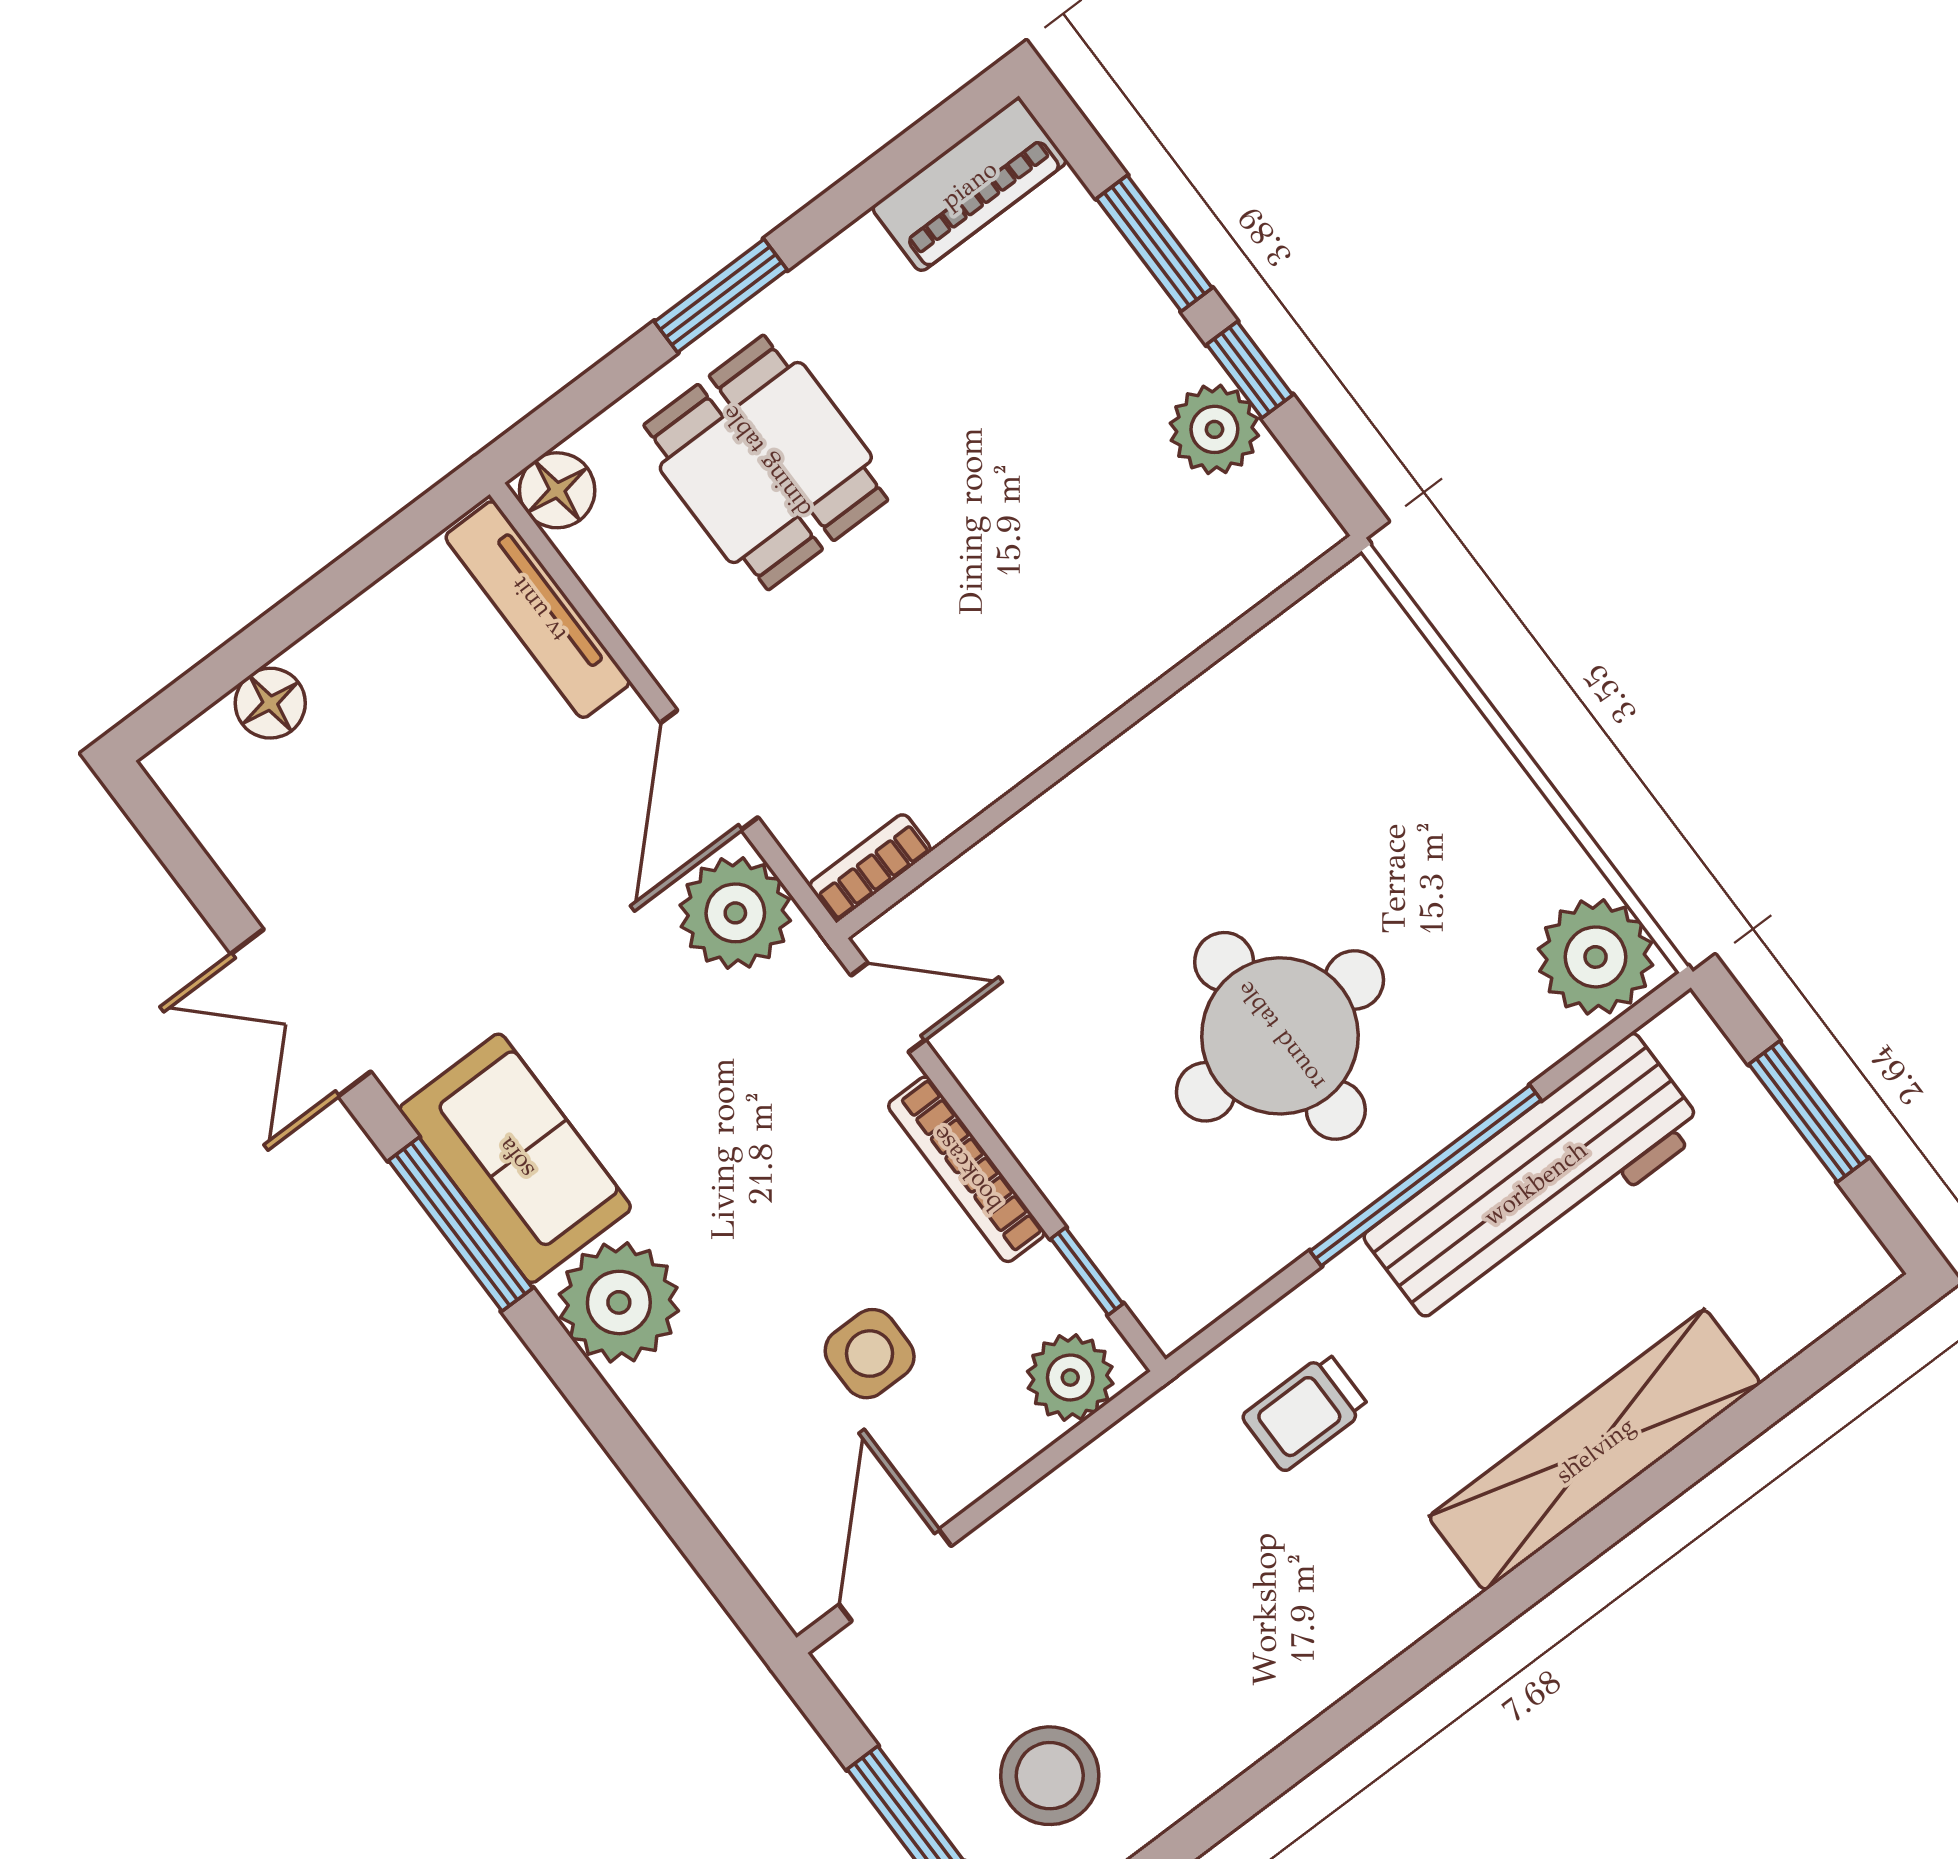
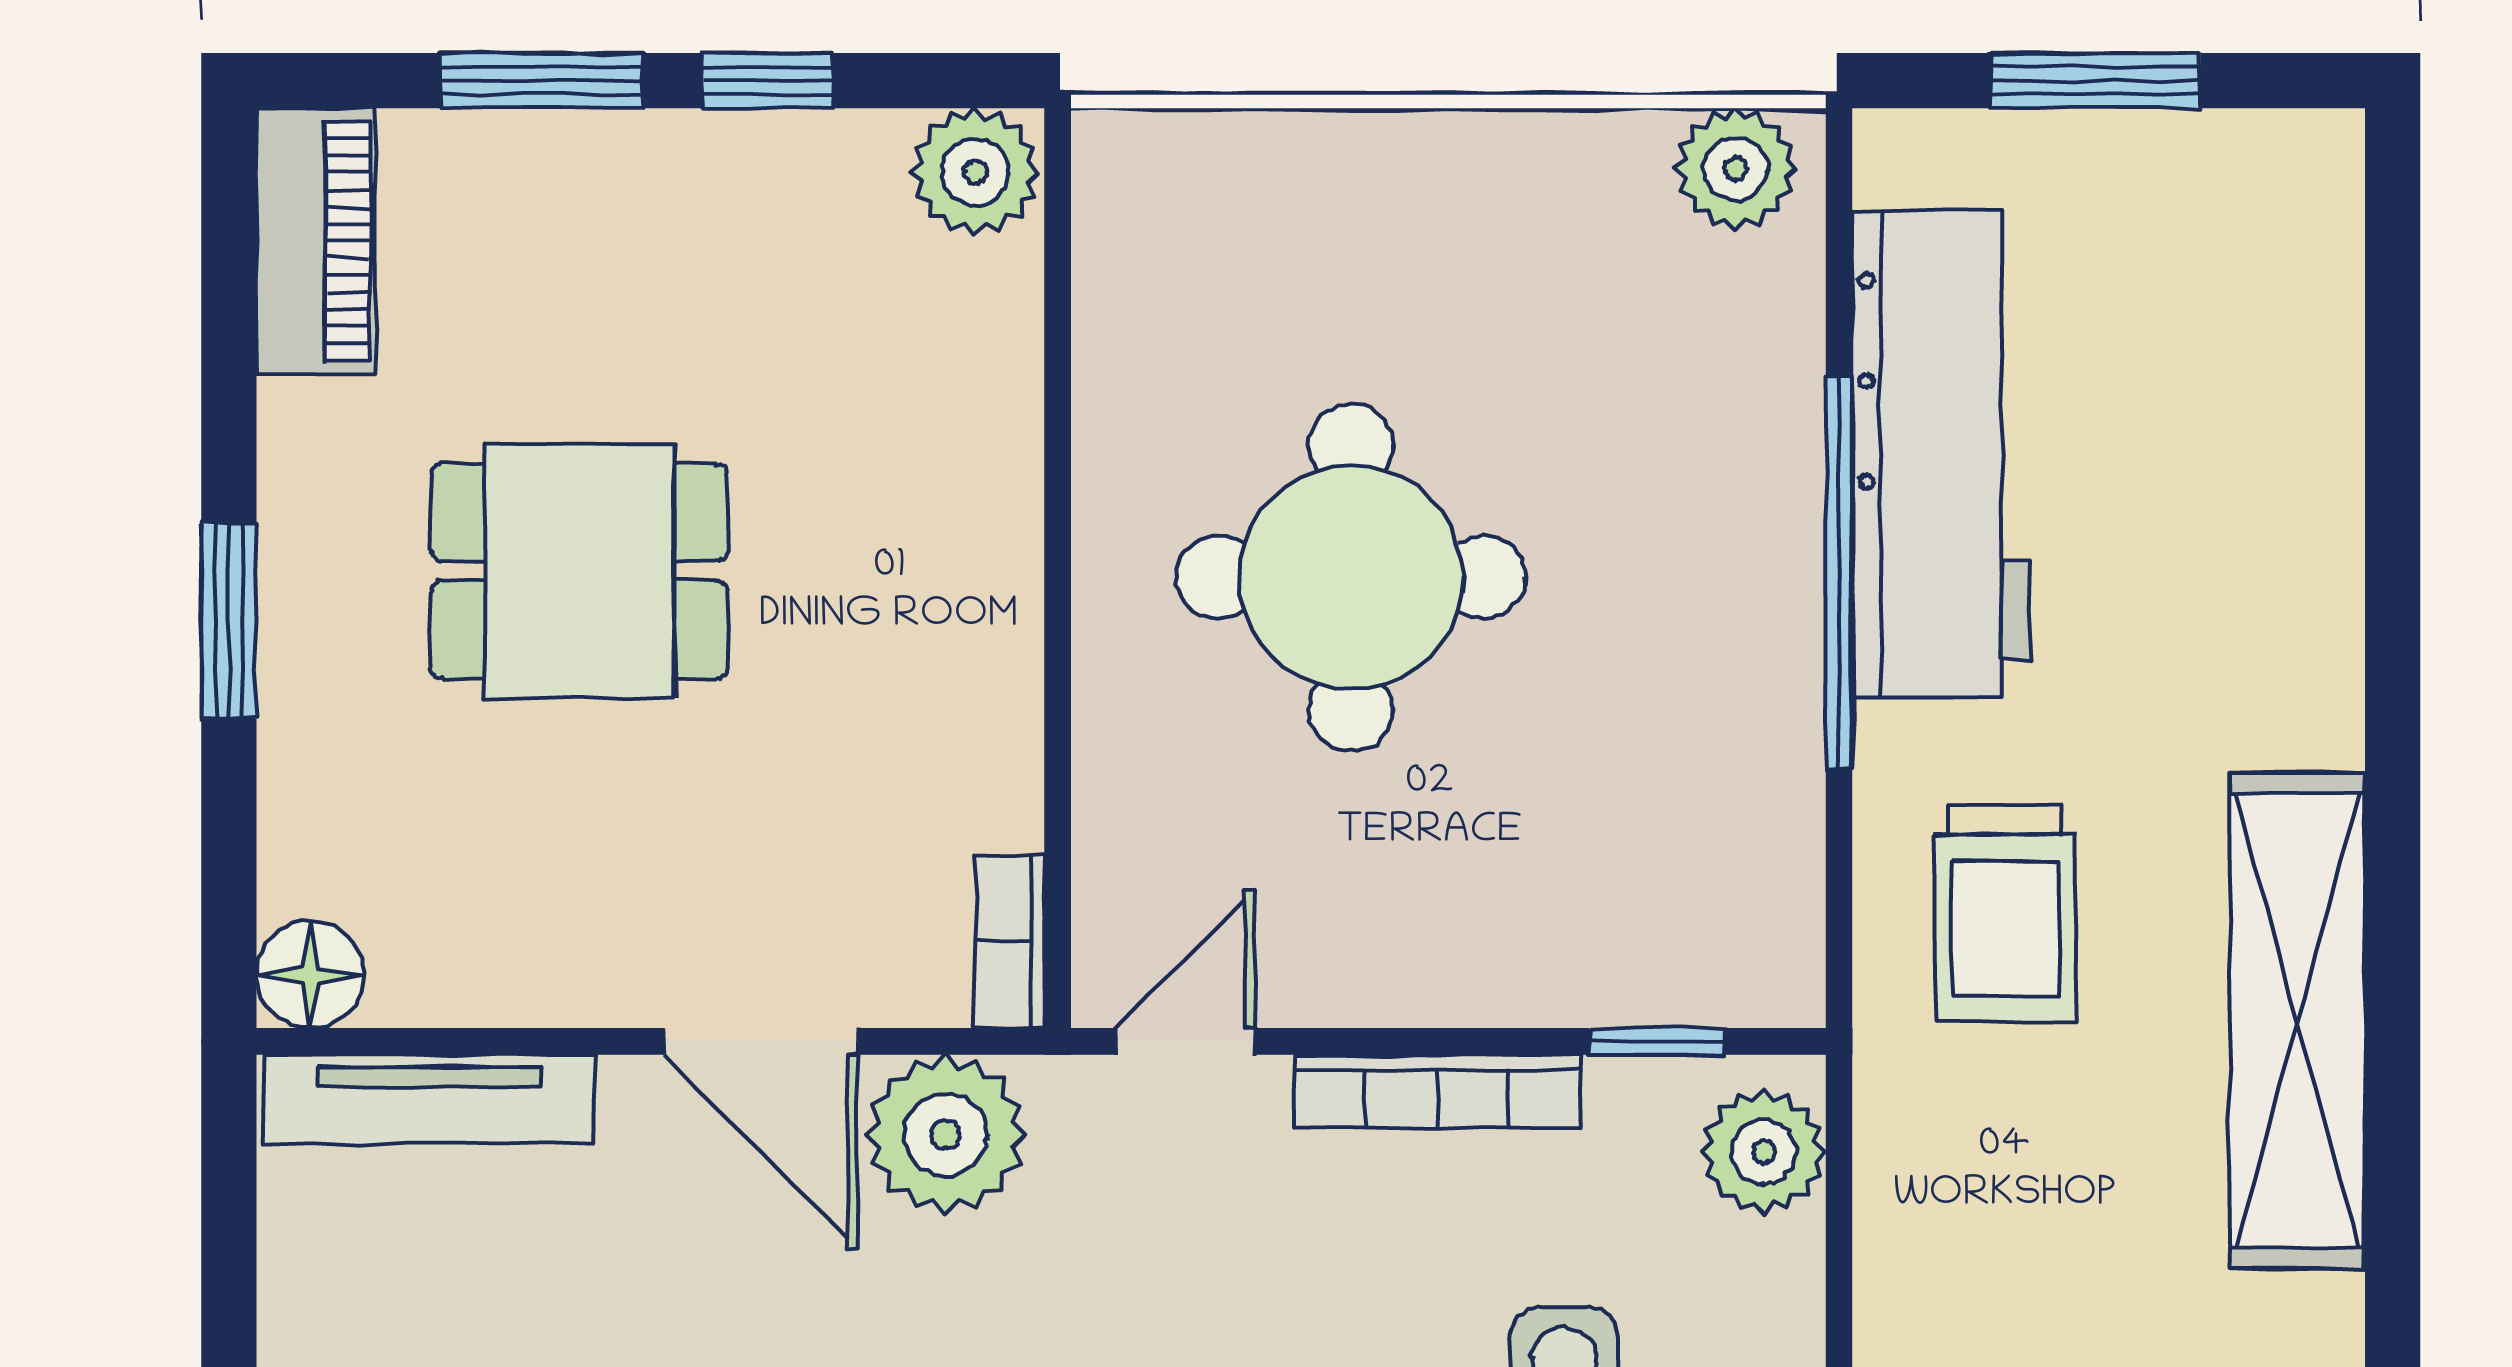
plant: (1214, 429) -> (975, 172), moved
dining table: (766, 462) -> (579, 571), moved
plant: (1596, 957) -> (1736, 169), width x0.73, depth x0.73
round table: (1280, 1036) -> (1351, 577), moved
trolley: (1305, 1412) -> (2005, 913), width x1.36, depth x1.39
shelving: (1595, 1450) -> (2297, 1021), moved

